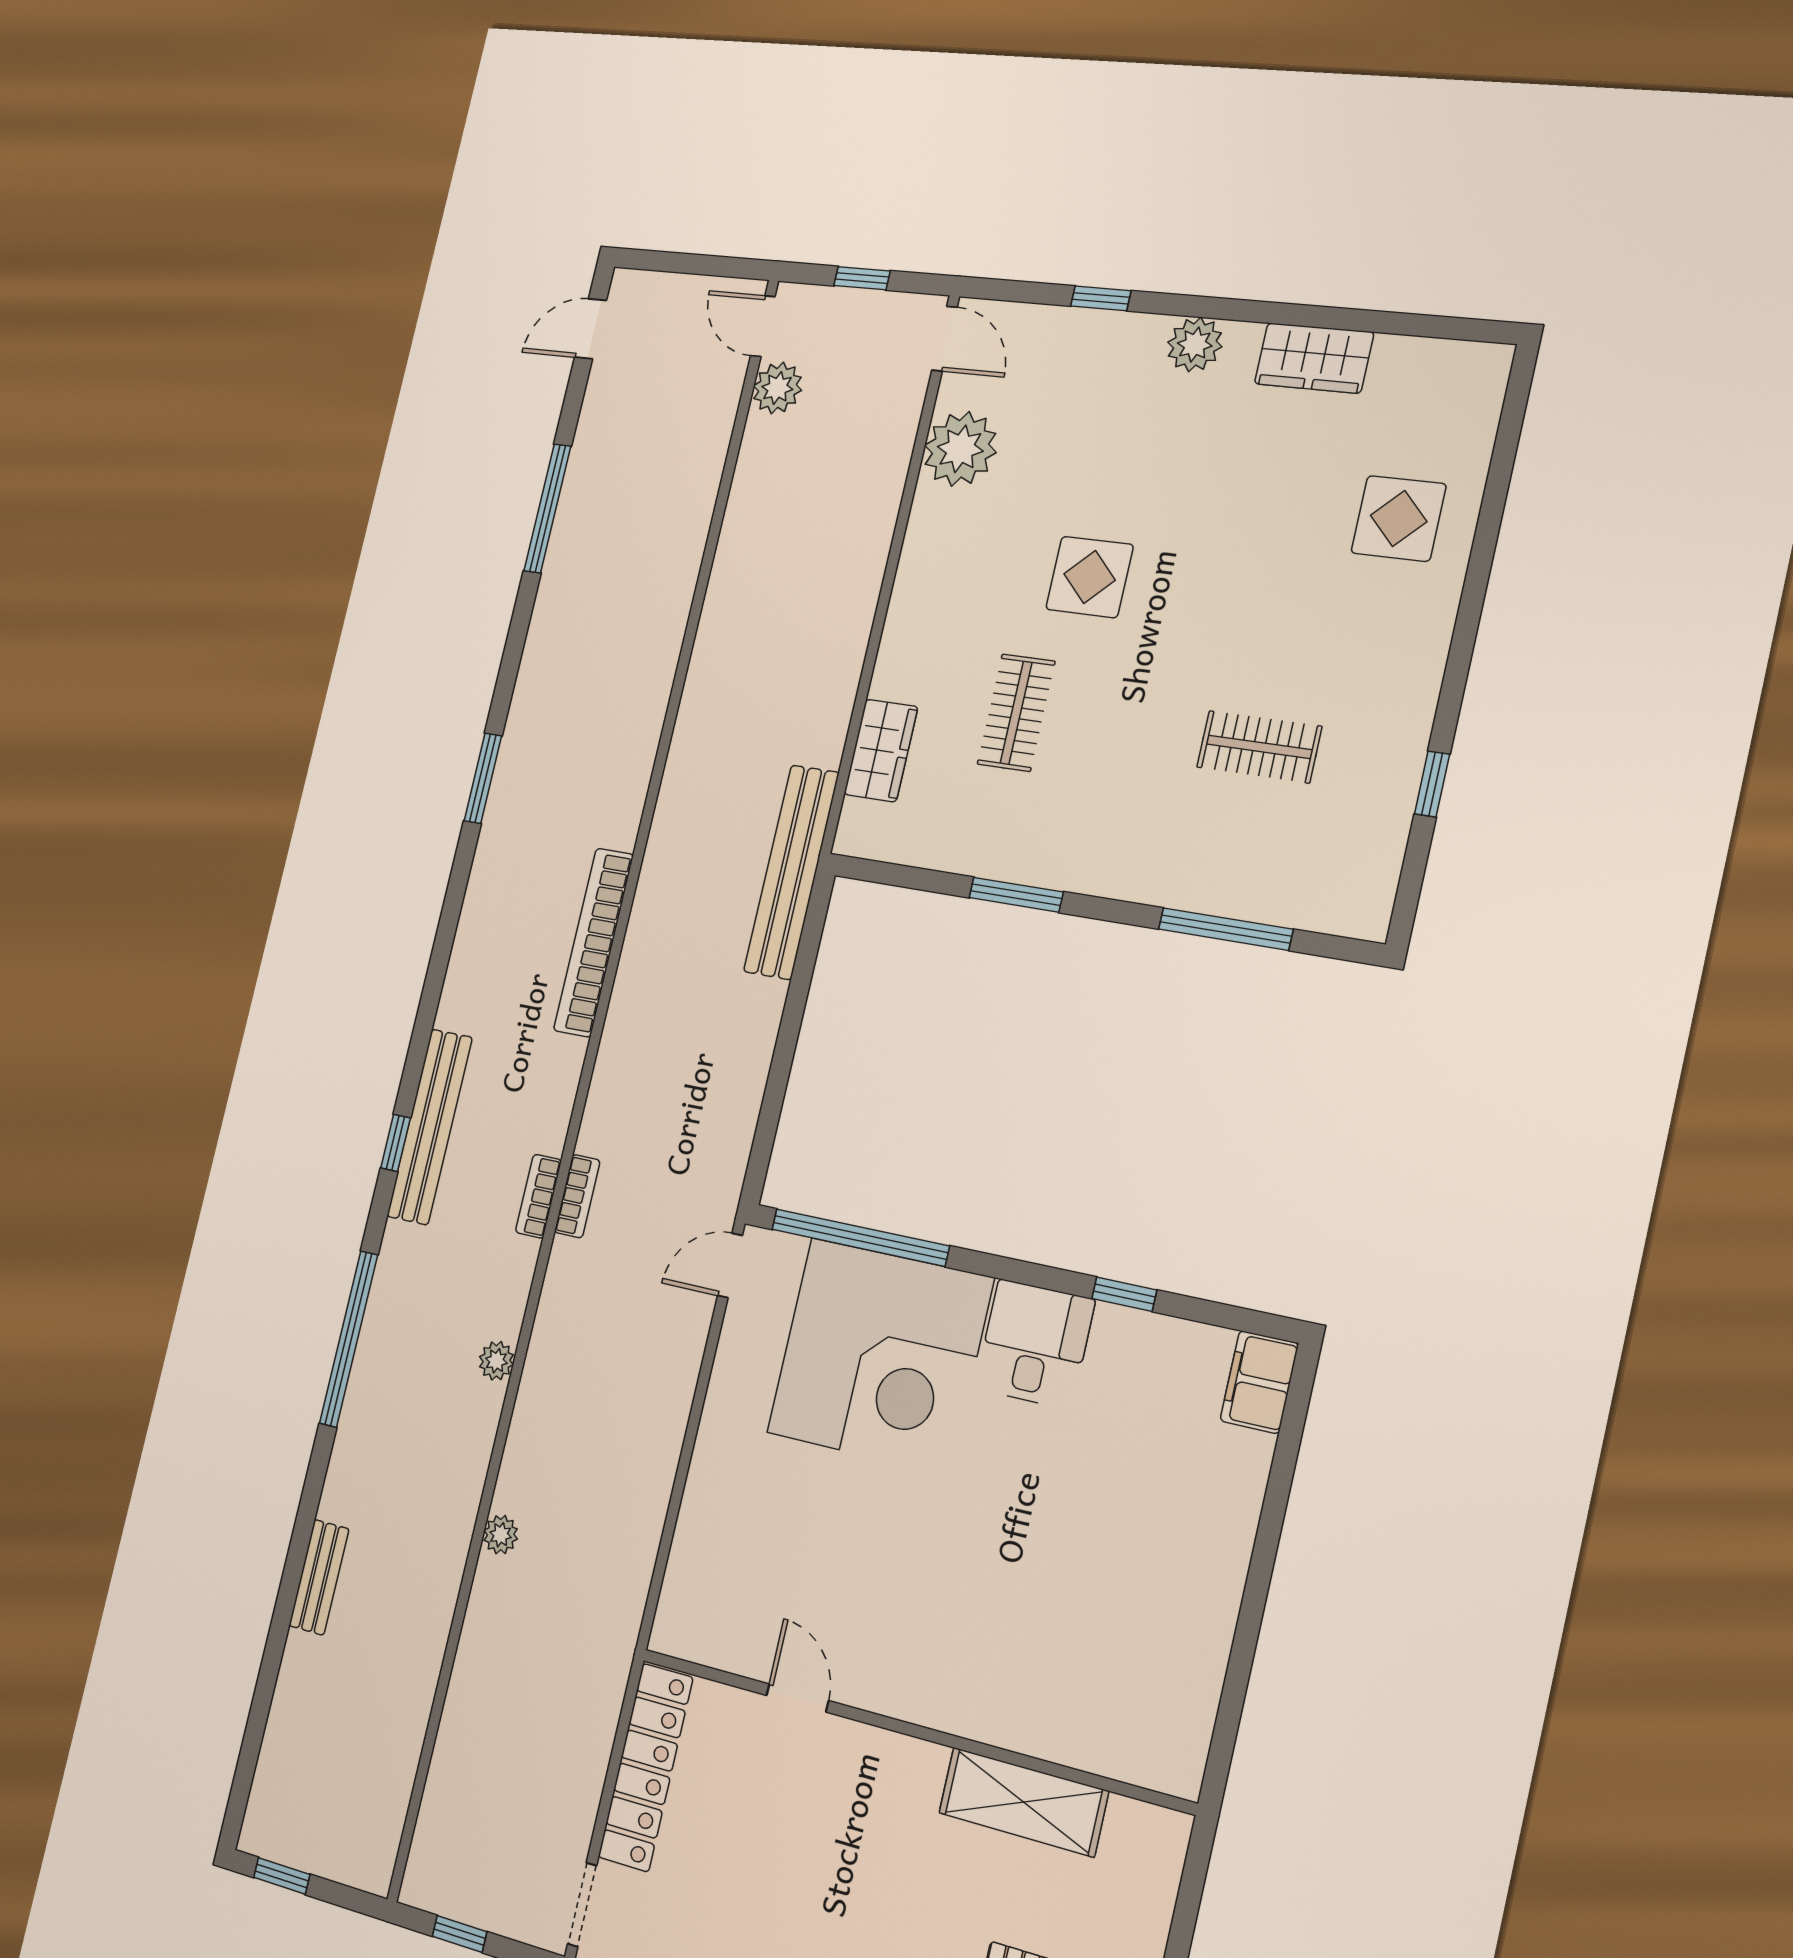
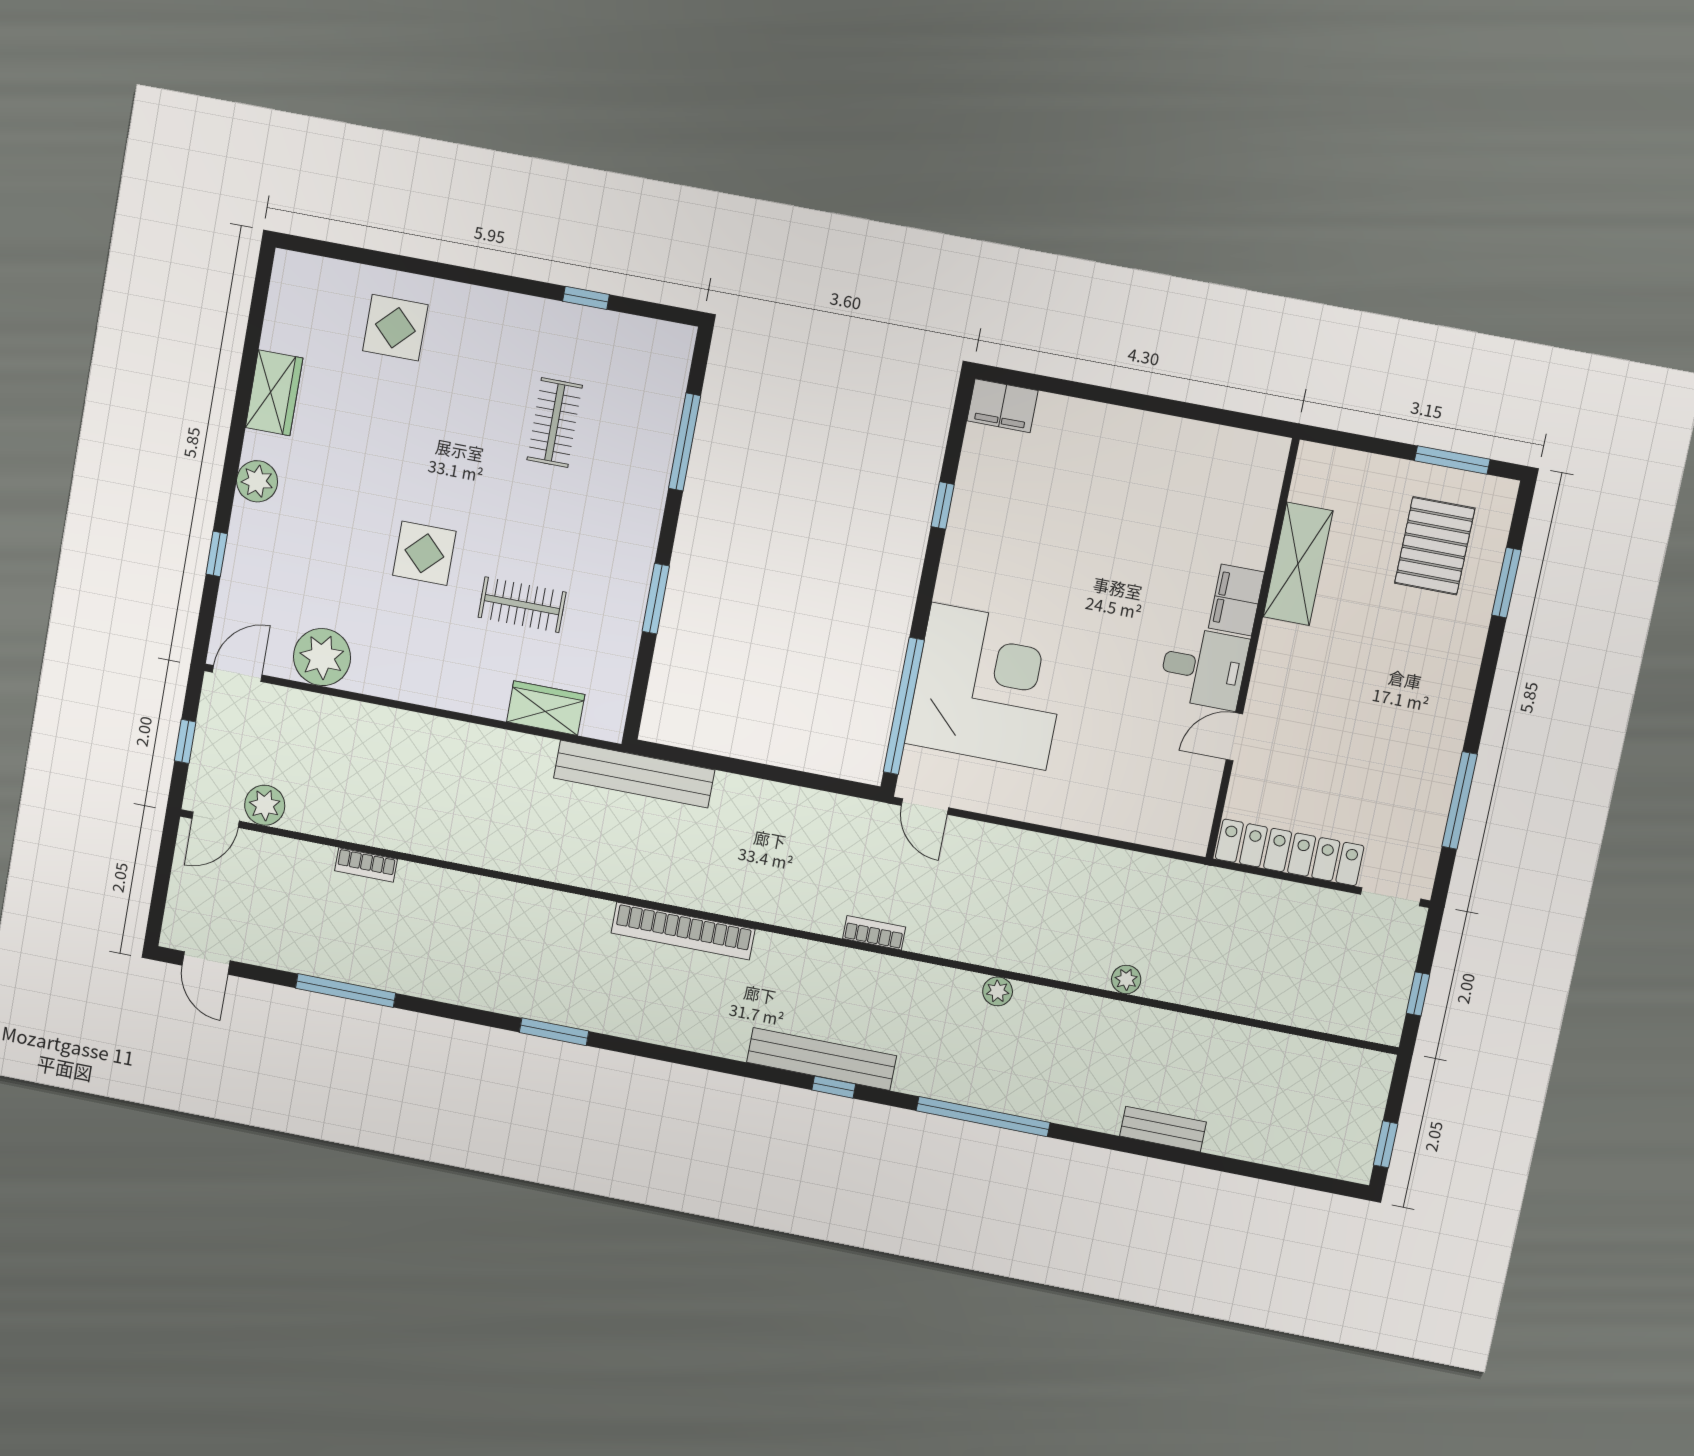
bookcase: (538, 1196) -> (366, 865), moved
desk: (1035, 1344) -> (1204, 668), moved, turned 180
filing cabinet: (978, 1710) -> (1236, 600), added

